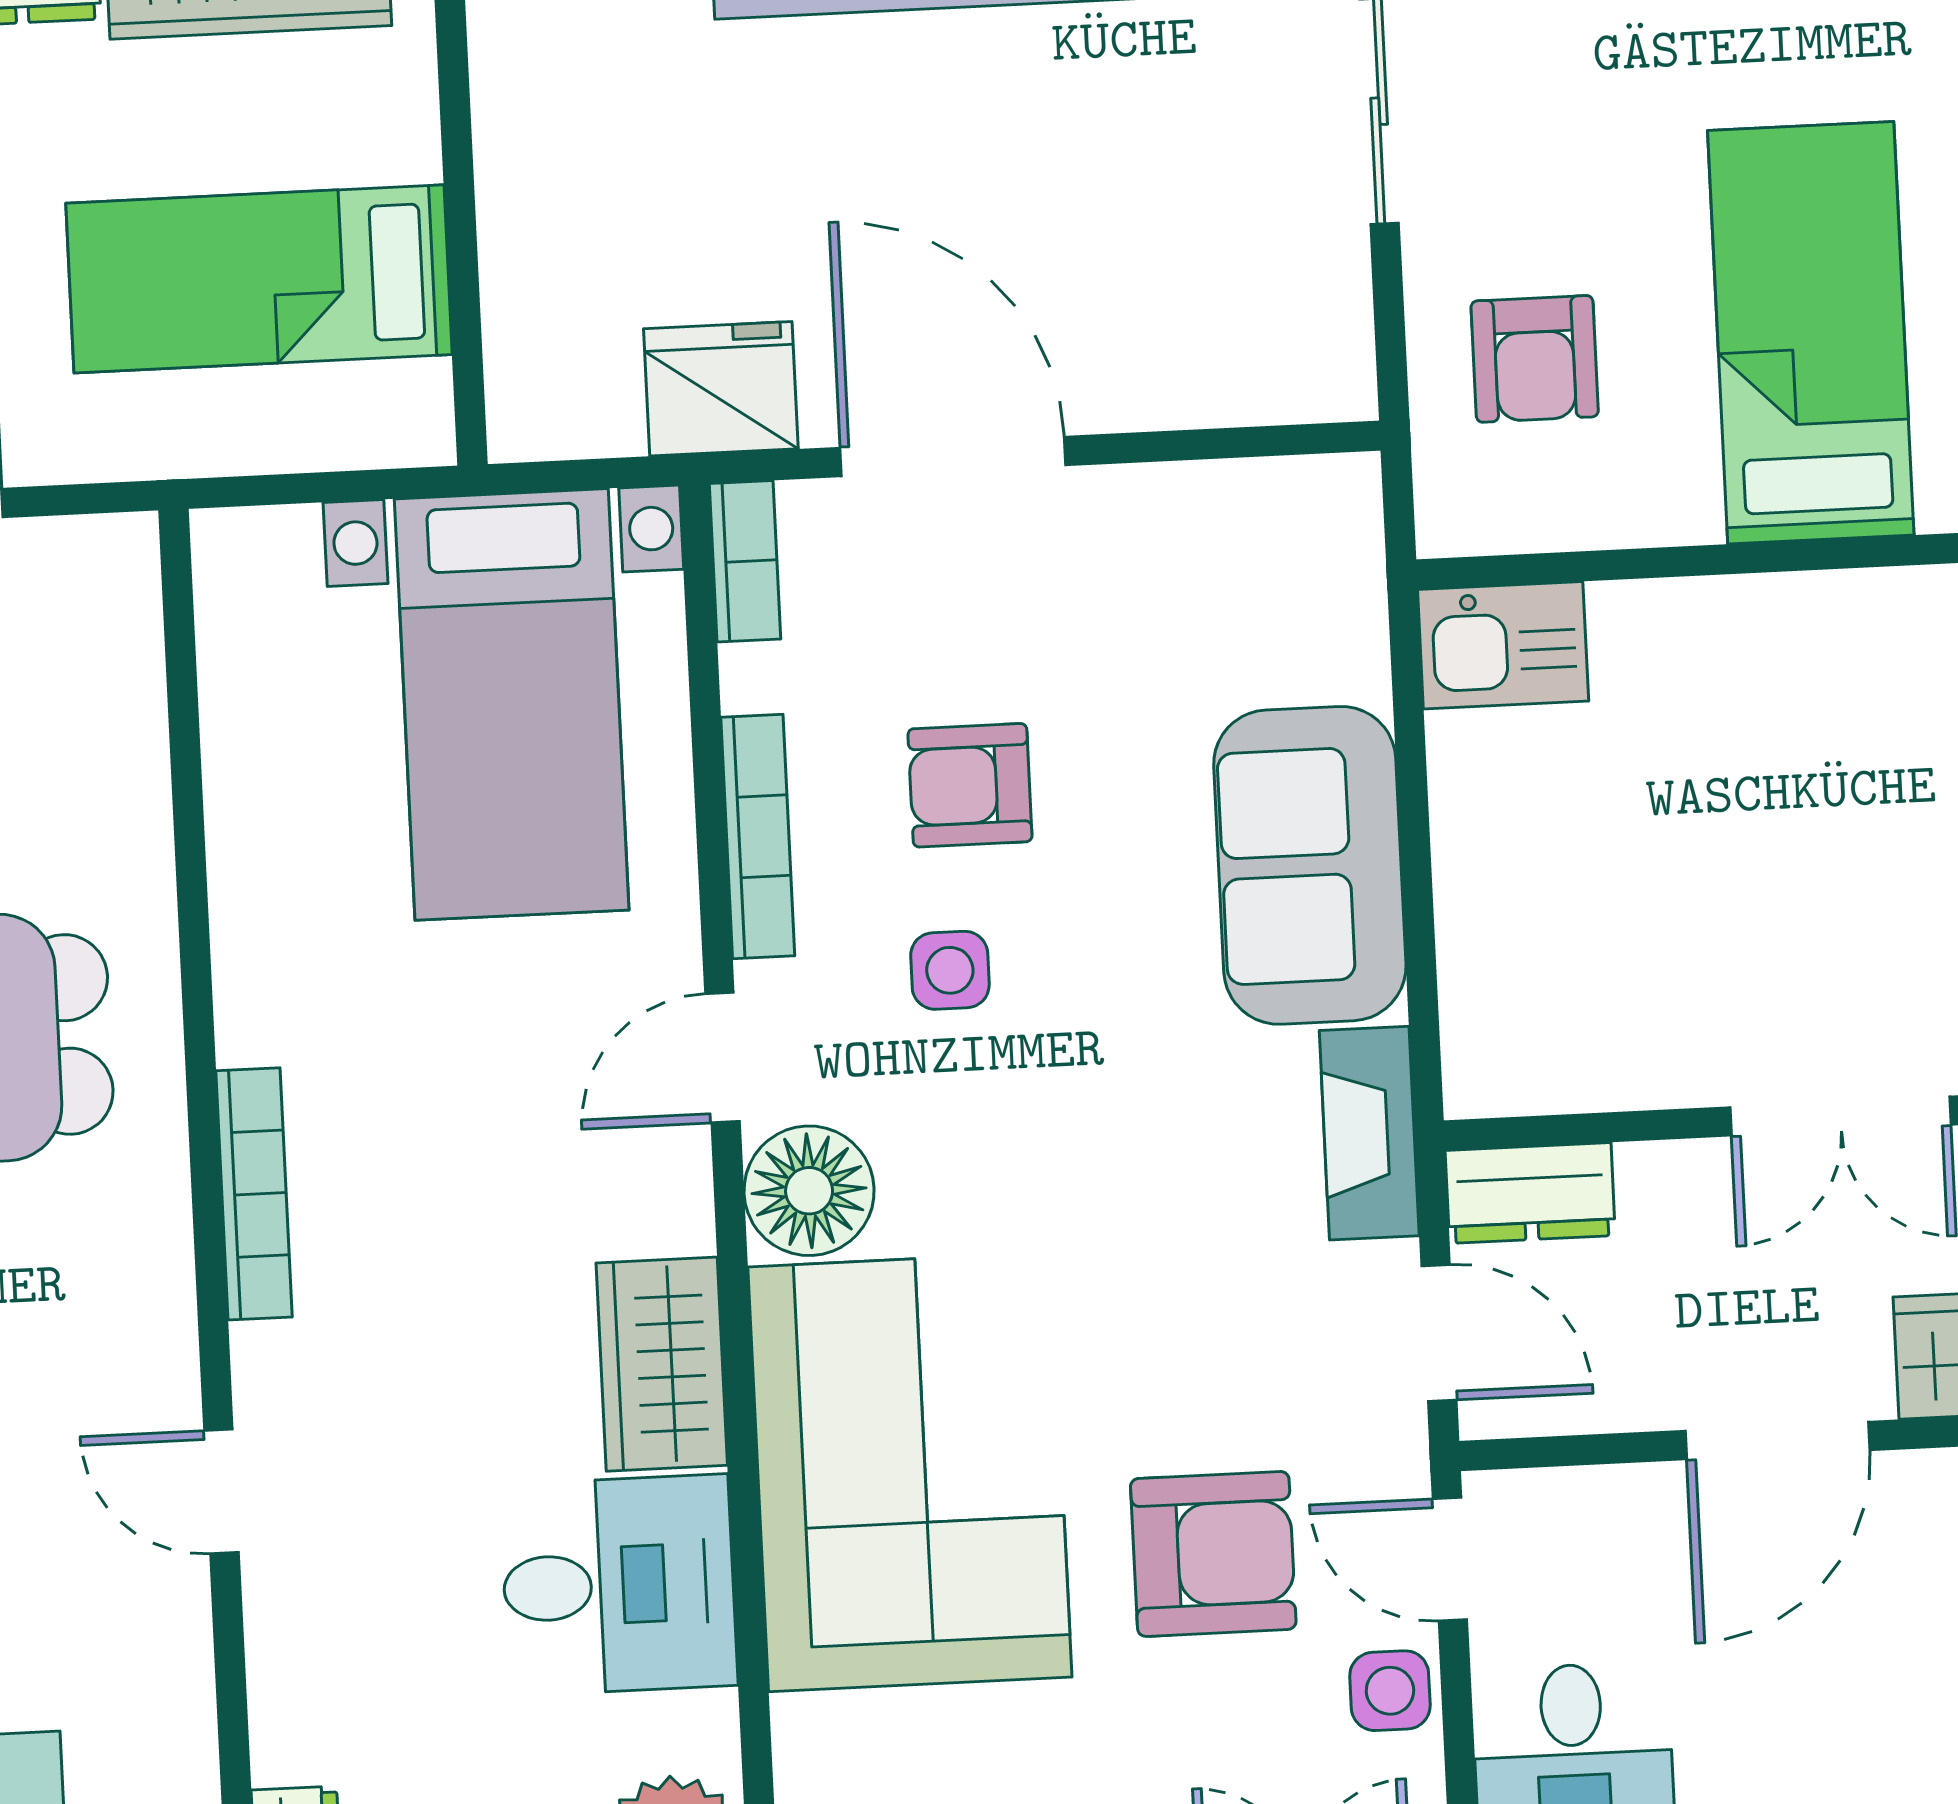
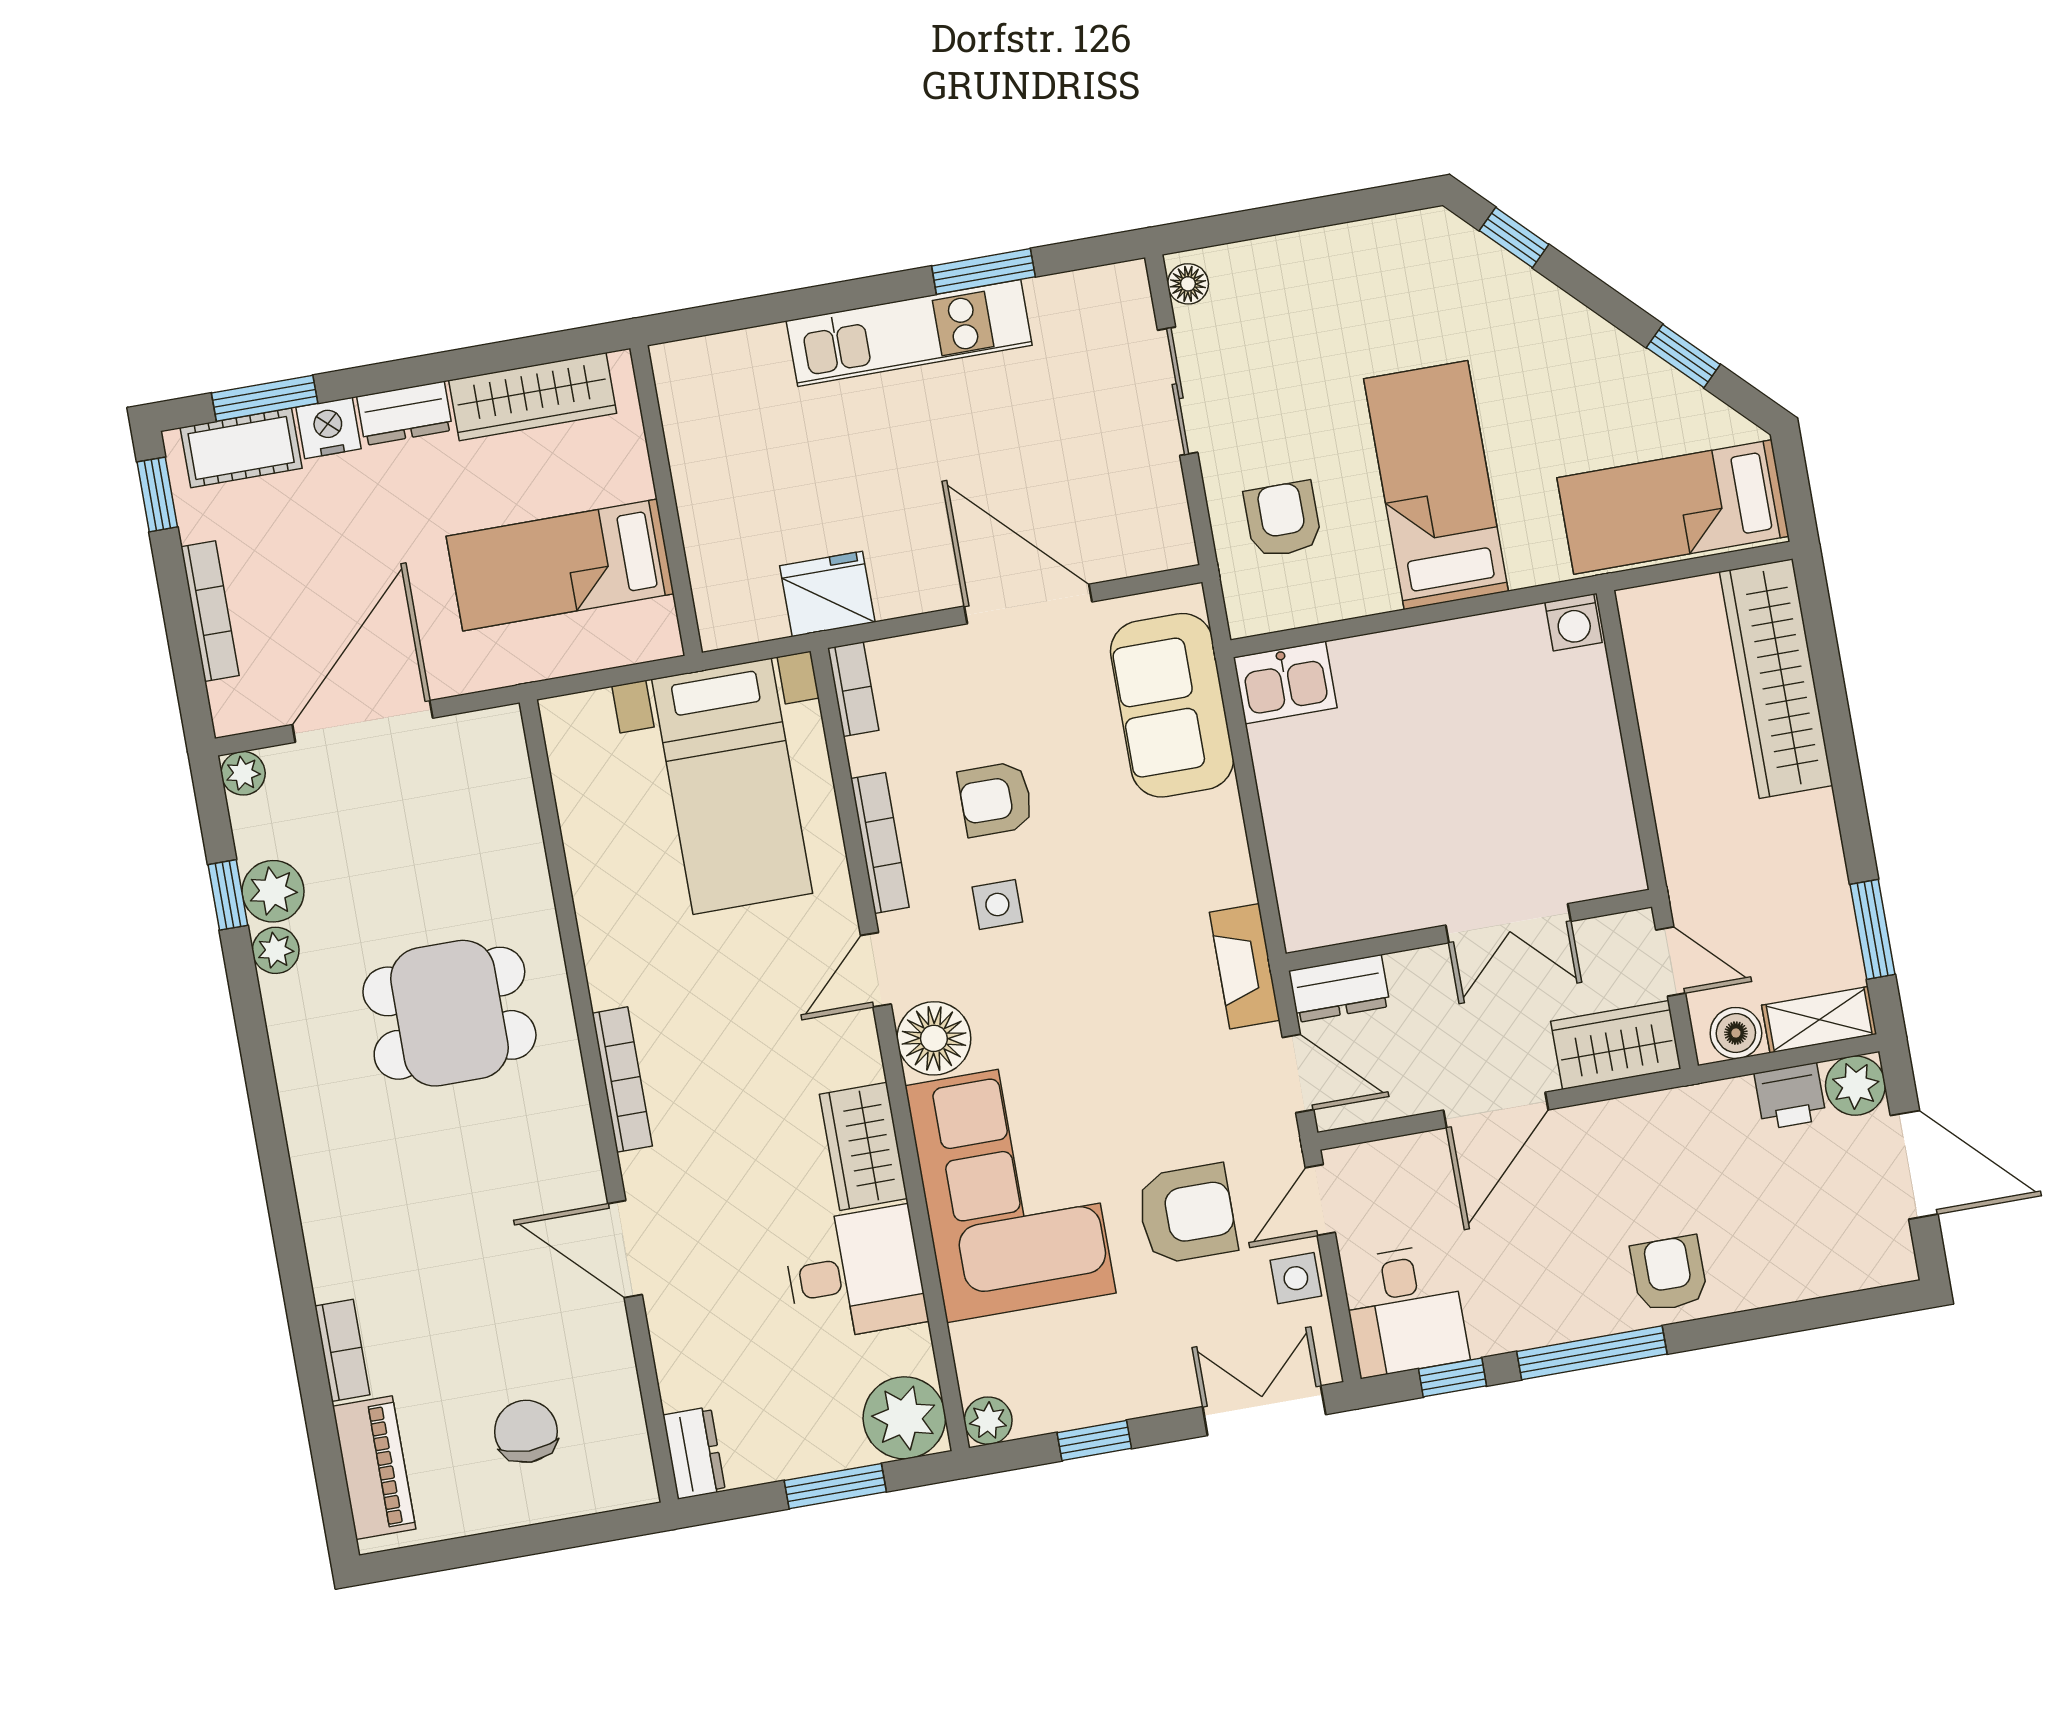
armchair: (1535, 359) -> (1283, 519), turned 180
door: (953, 456) -> (1028, 604), moved
sofa: (1310, 865) -> (1172, 705), moved
door: (221, 1491) -> (625, 1249), width x1.38
door: (1450, 1559) -> (1320, 1200), hinge flipped

